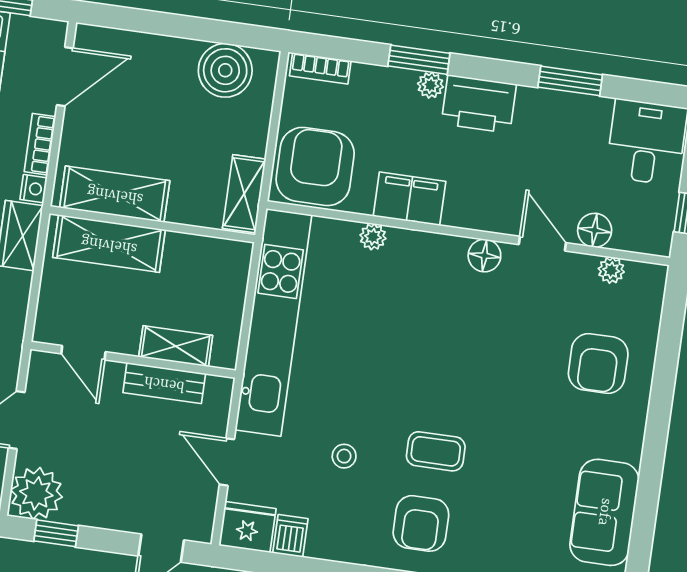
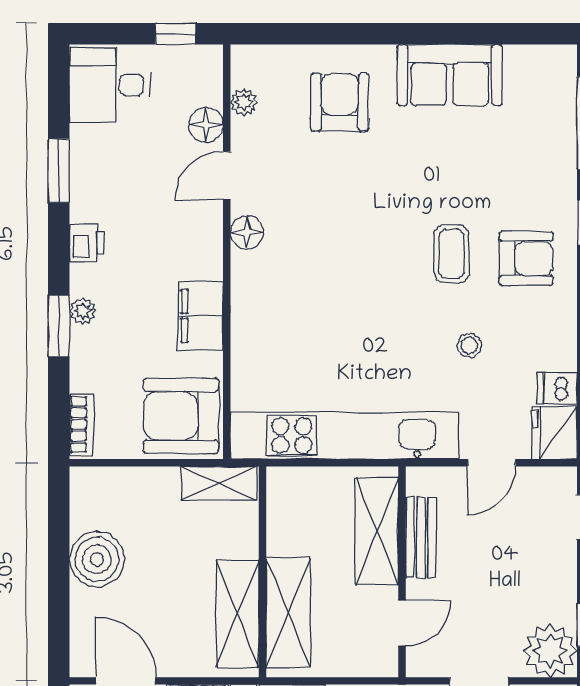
boiler: (225, 70) -> (97, 559), moved
printer: (479, 104) -> (87, 243), width x0.53, depth x0.68
plant: (373, 237) -> (244, 348), removed
shelving: (176, 346) -> (377, 531), width x1.50, depth x1.33
armchair: (598, 363) -> (340, 102), turned -90
sofa: (604, 512) -> (450, 75), moved

